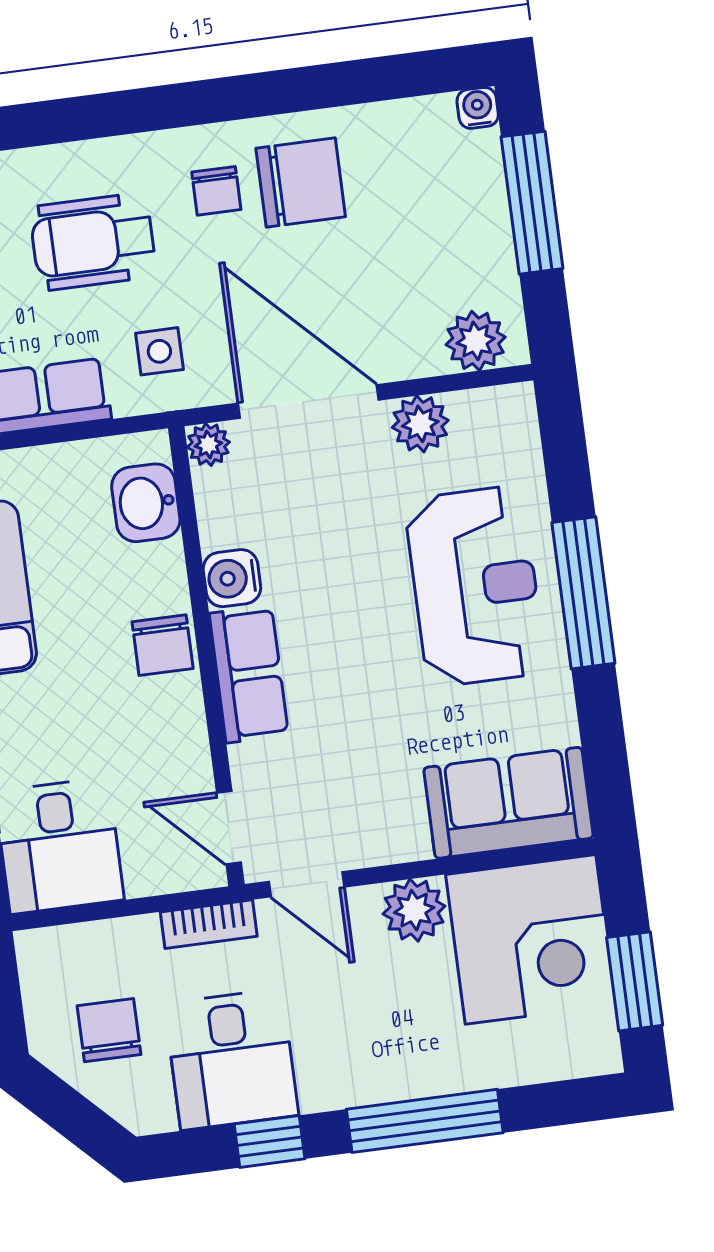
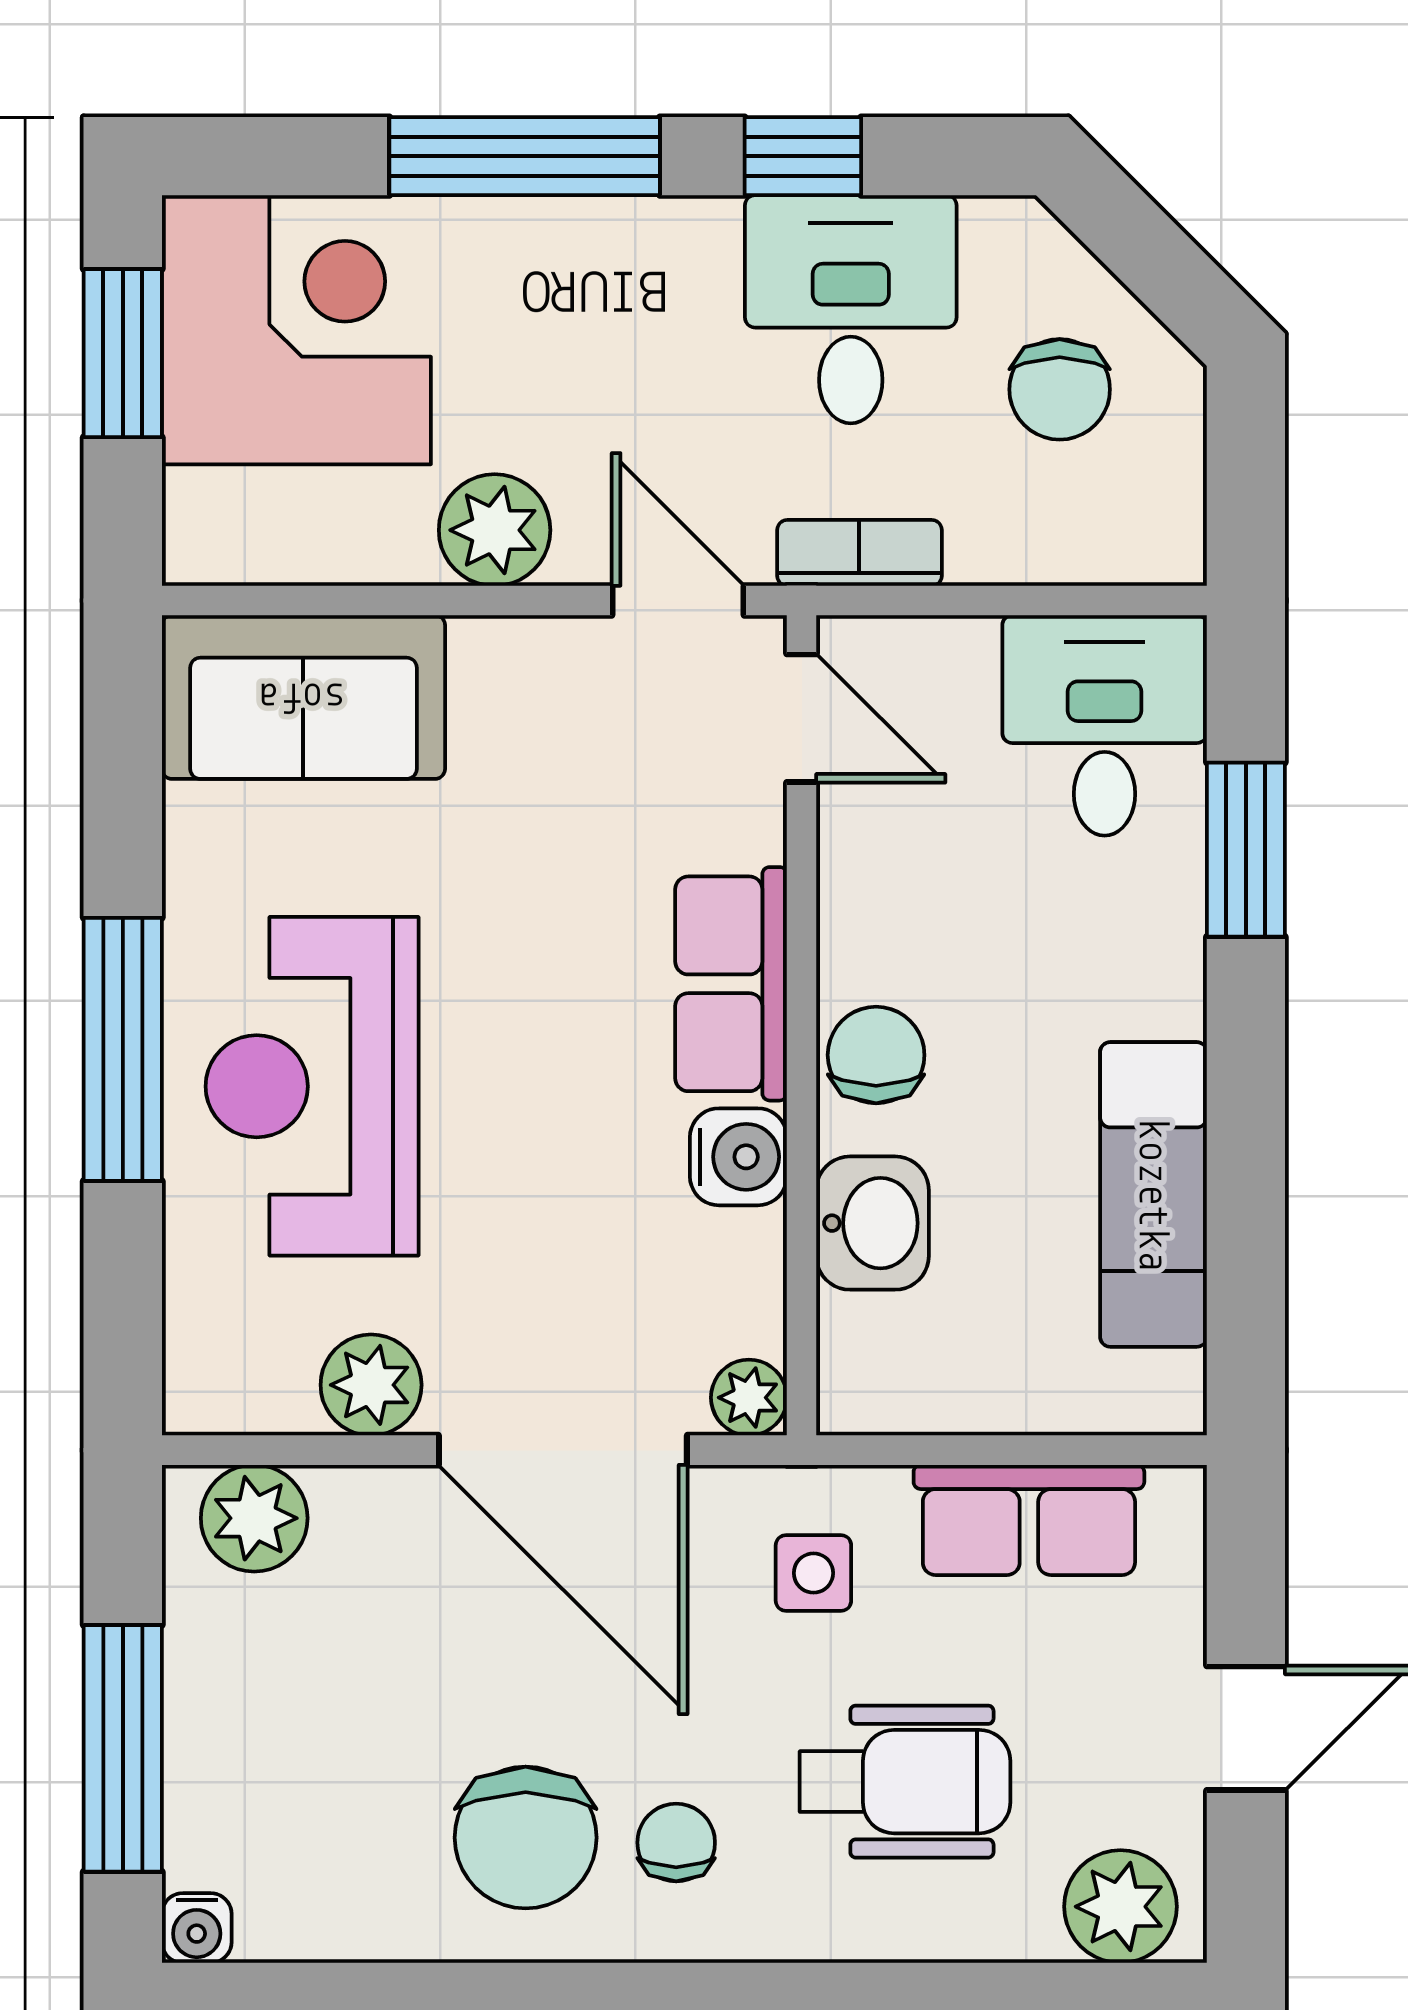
chair: (301, 183) -> (526, 1838), turned -90
washbasin: (146, 503) -> (873, 1223), moved
corner desk: (530, 939) -> (296, 330), moved, turned 90

